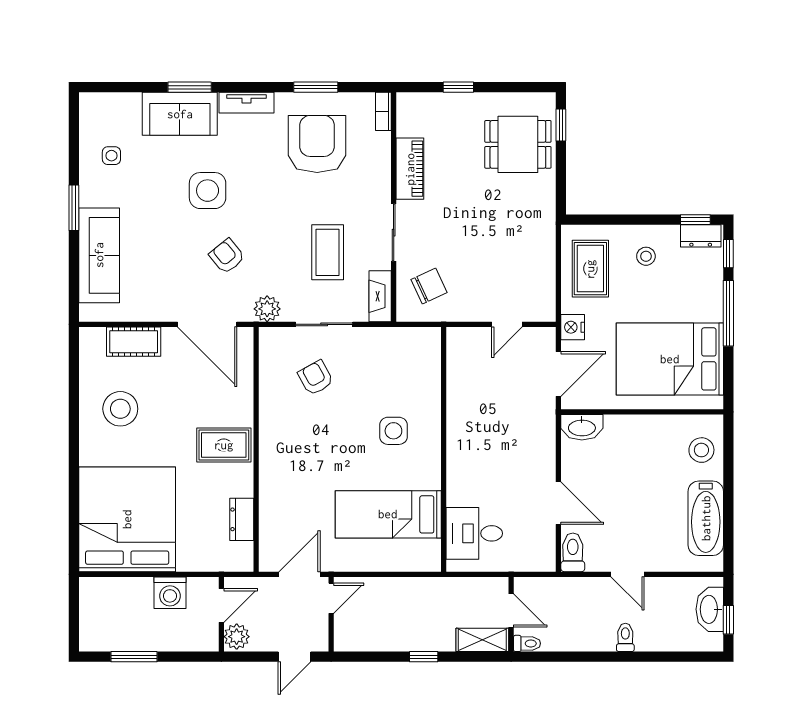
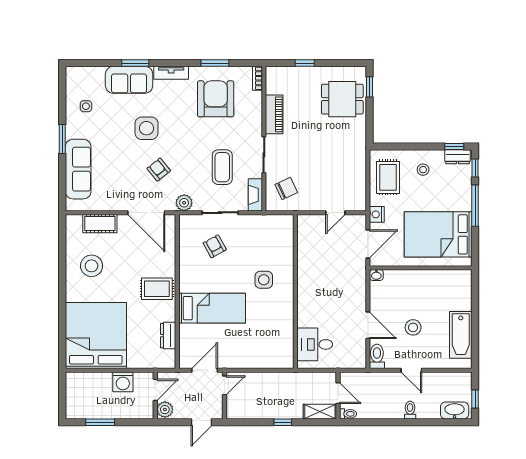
washbasin: (582, 427) -> (376, 275), width x0.52, depth x0.69
stool: (701, 450) -> (413, 327), moved
bed: (388, 514) -> (212, 308), moved, turned 180
washbasin: (710, 609) -> (455, 410), moved, turned 90

